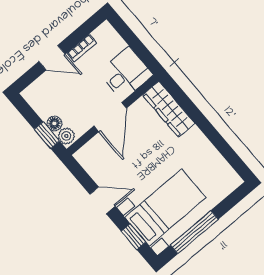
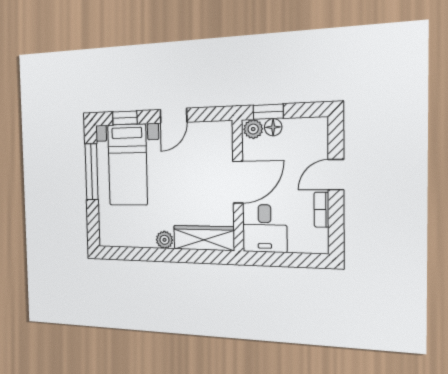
door: (110, 117) -> (238, 182), swing flipped
plant: (195, 136) -> (164, 240), added

